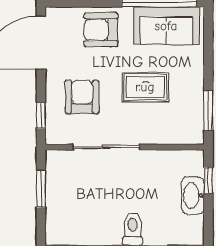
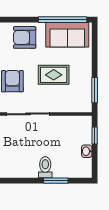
washbasin: (193, 196) -> (87, 151), width x0.52, depth x0.69

